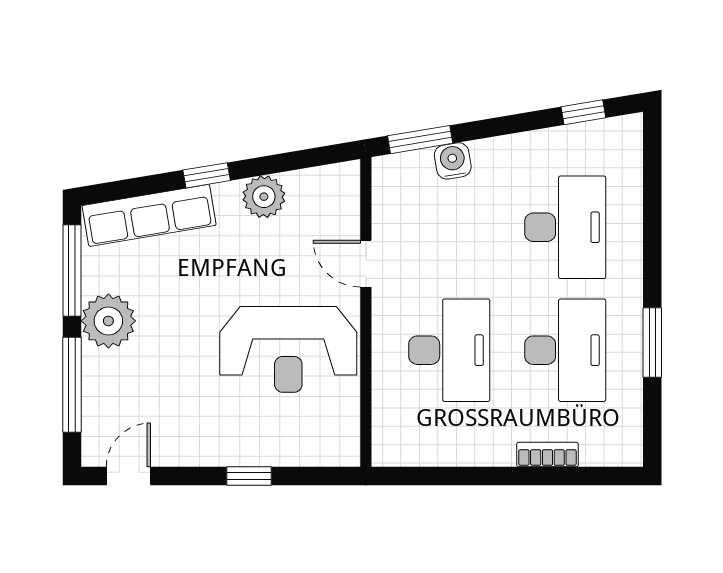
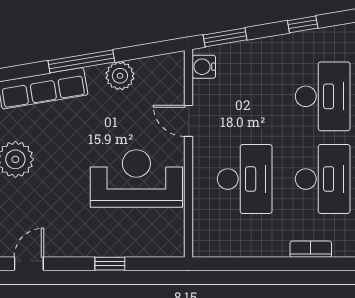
window: (583, 112) -> (303, 24), moved
water cooler: (453, 161) -> (204, 67), moved, turned -81
window: (207, 175) -> (81, 61), width x2.17
reception desk: (288, 349) -> (136, 179), turned 180

